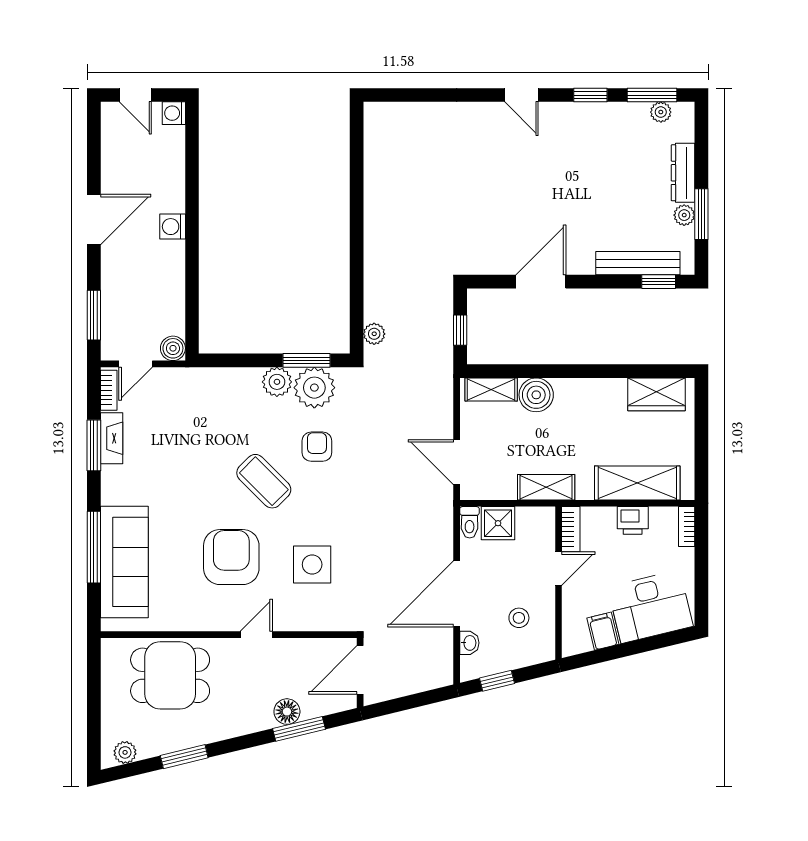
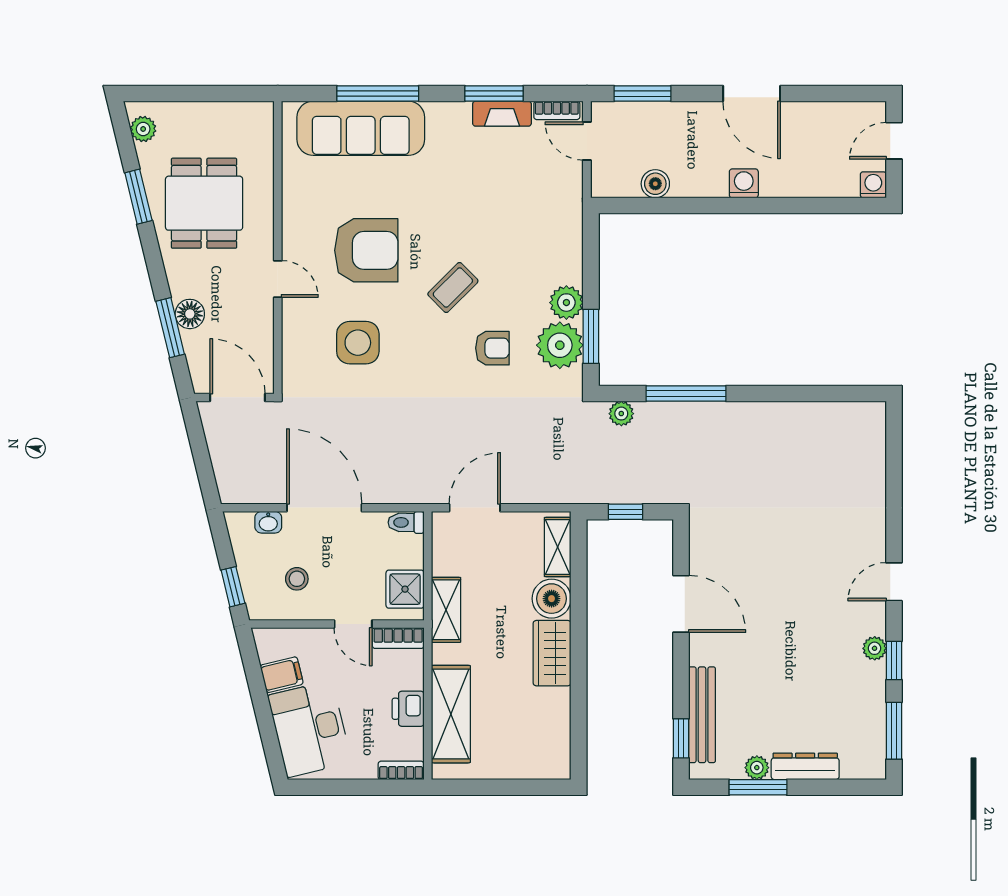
plant: (661, 112) -> (875, 648), moved
window: (357, 277) -> (686, 394), added
boiler: (173, 348) -> (655, 184), moved
wardrobe: (657, 394) -> (552, 653), moved
coffee table: (264, 481) -> (453, 287), width x0.73, depth x0.77
shower: (498, 523) -> (405, 589), moved
dining table: (170, 675) -> (204, 203), moved
window: (497, 681) -> (233, 587), moved

